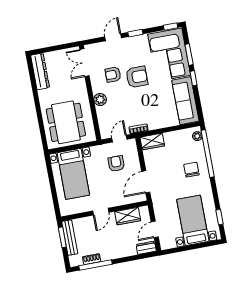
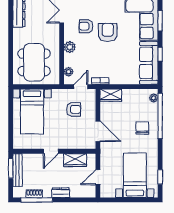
armchair: (137, 77) -> (108, 32), turned -90
window: (194, 78) -> (160, 54), moved
plant: (104, 125) -> (68, 72), added
armchair: (116, 164) -> (74, 109), turned 90
door: (146, 182) -> (98, 131), swing flipped
dresser: (146, 248) -> (61, 193), moved

